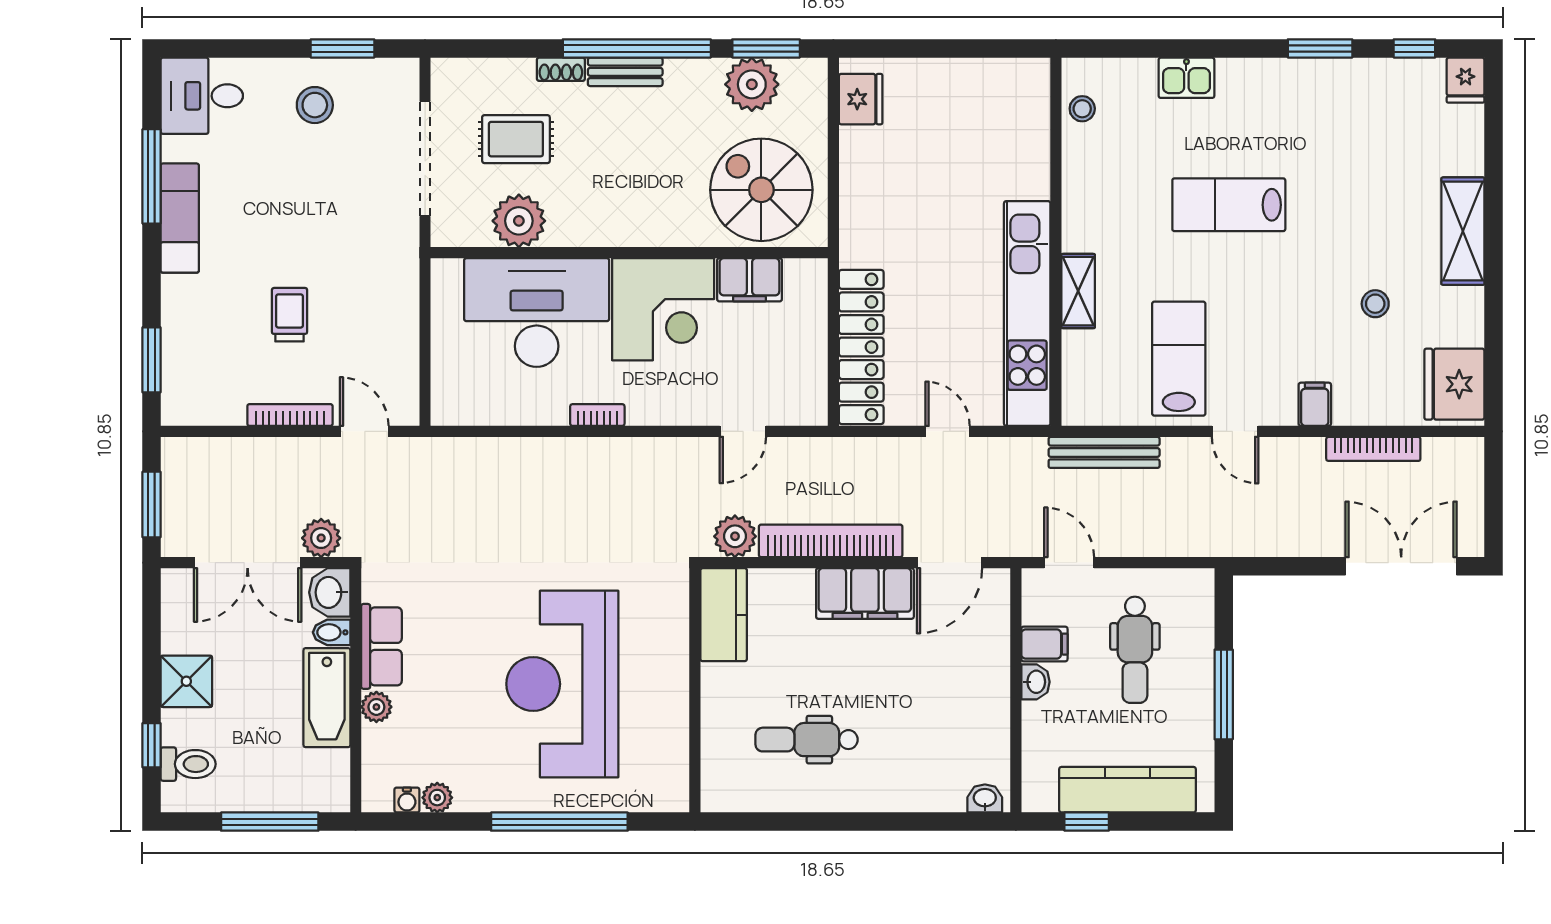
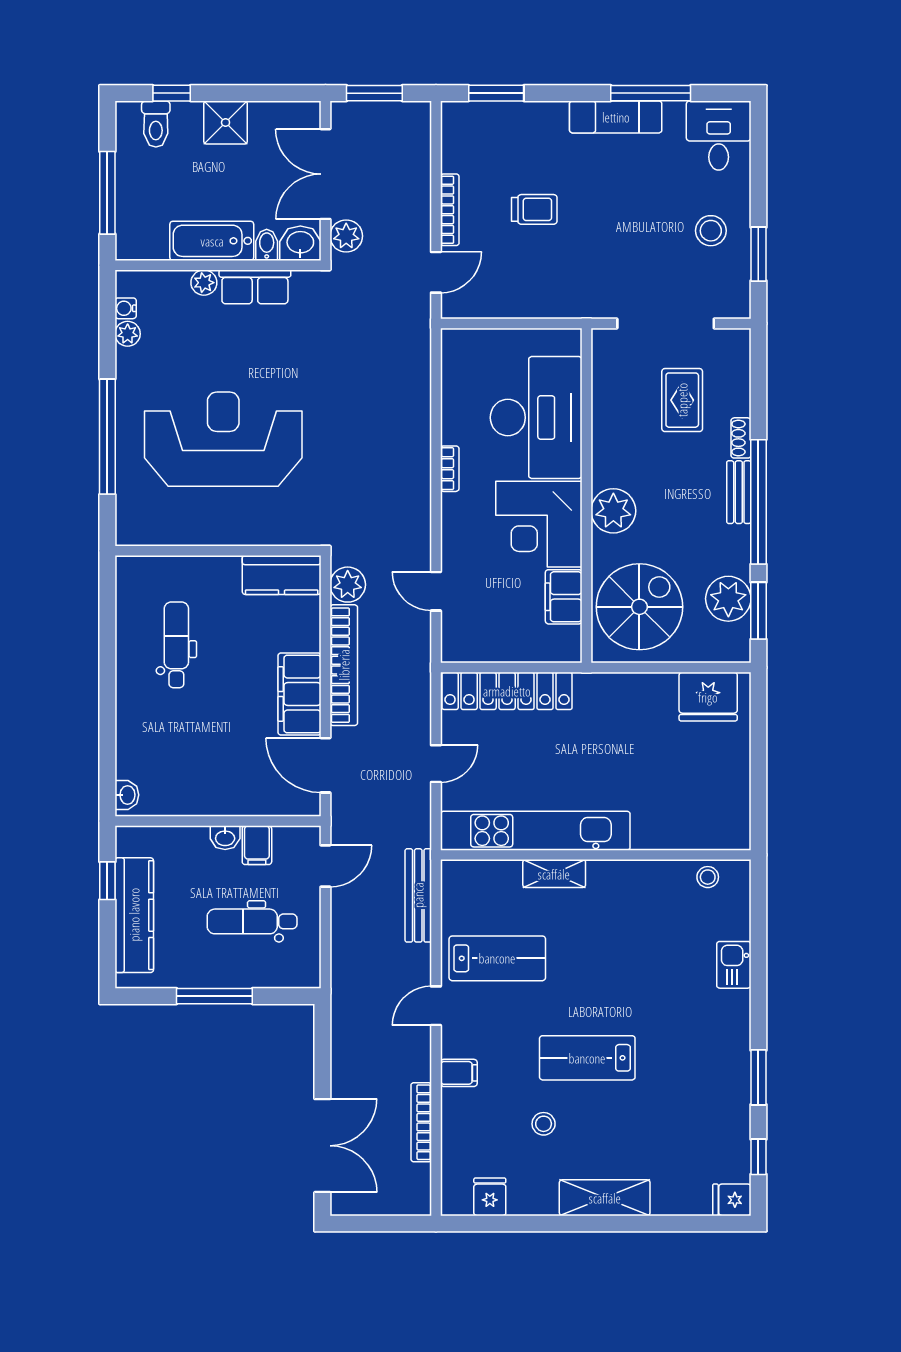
fridge: (861, 99) -> (708, 697), width x1.36, depth x1.34
lab bench: (1229, 205) -> (587, 1058), moved, turned -90
plant: (519, 221) -> (613, 511), moved
fridge: (1454, 384) -> (490, 1197), width x0.53, depth x0.75

